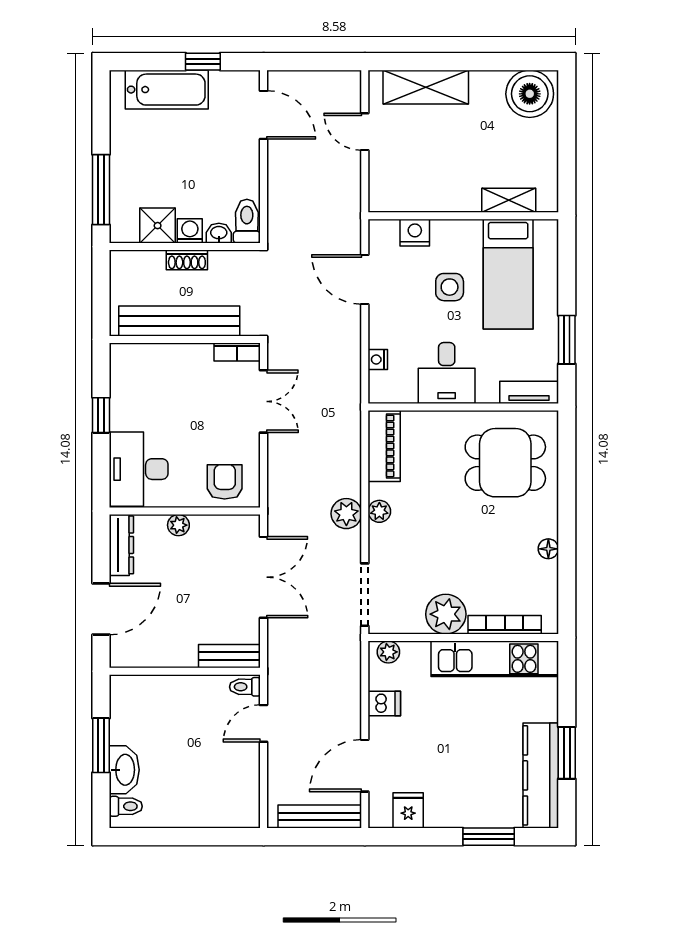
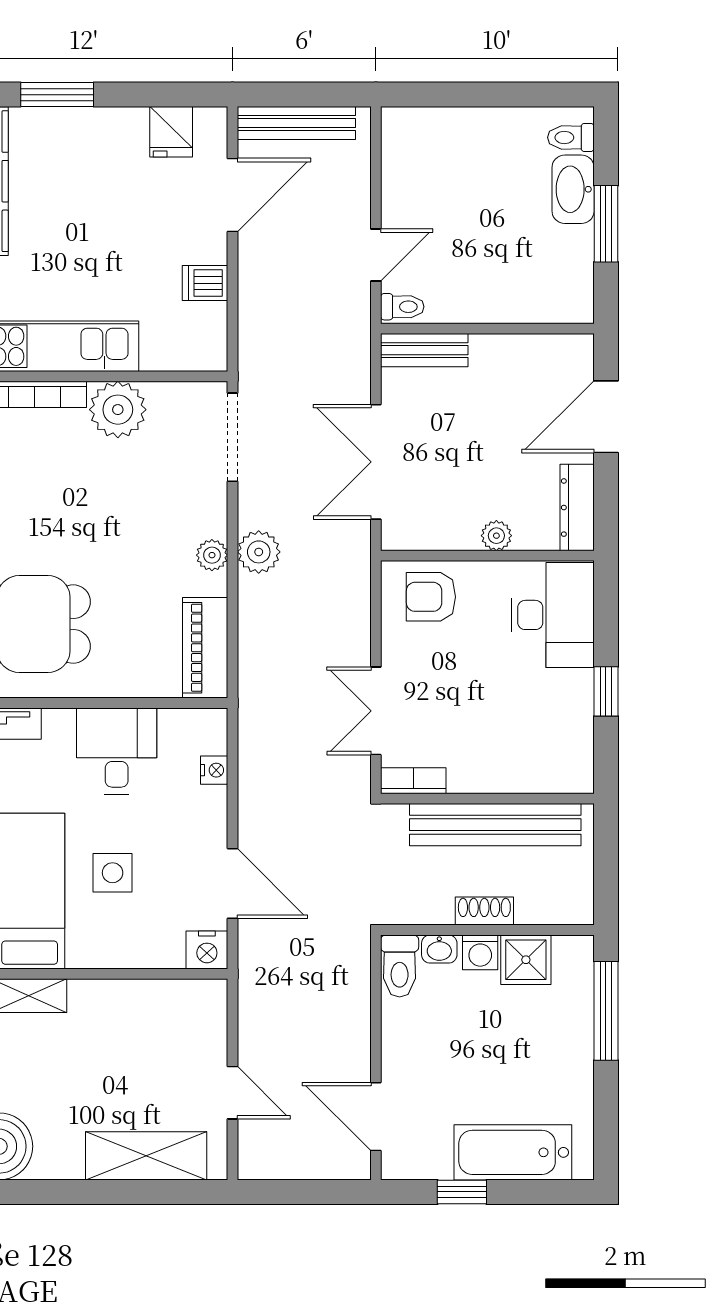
nightstand: (415, 233) -> (207, 950), moved
armchair: (225, 482) -> (431, 597), turned 90
plant: (388, 652) -> (199, 356), removed

